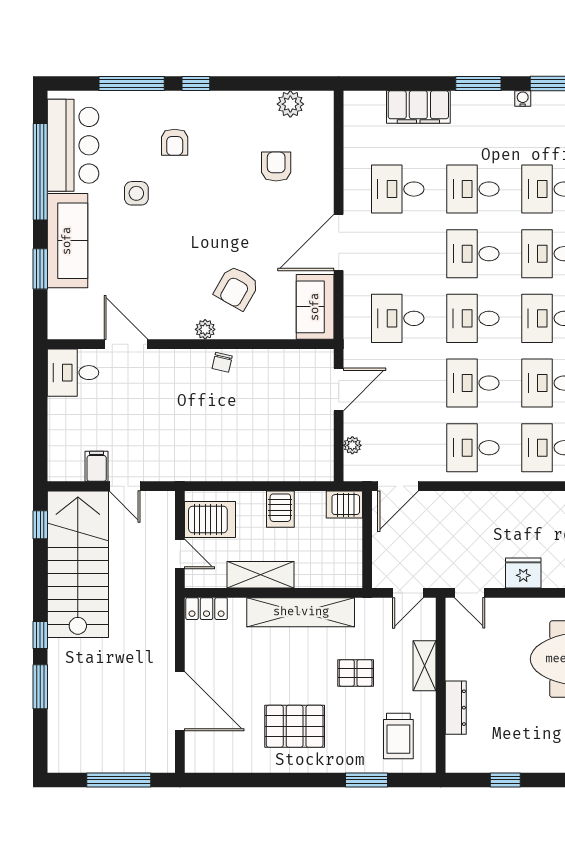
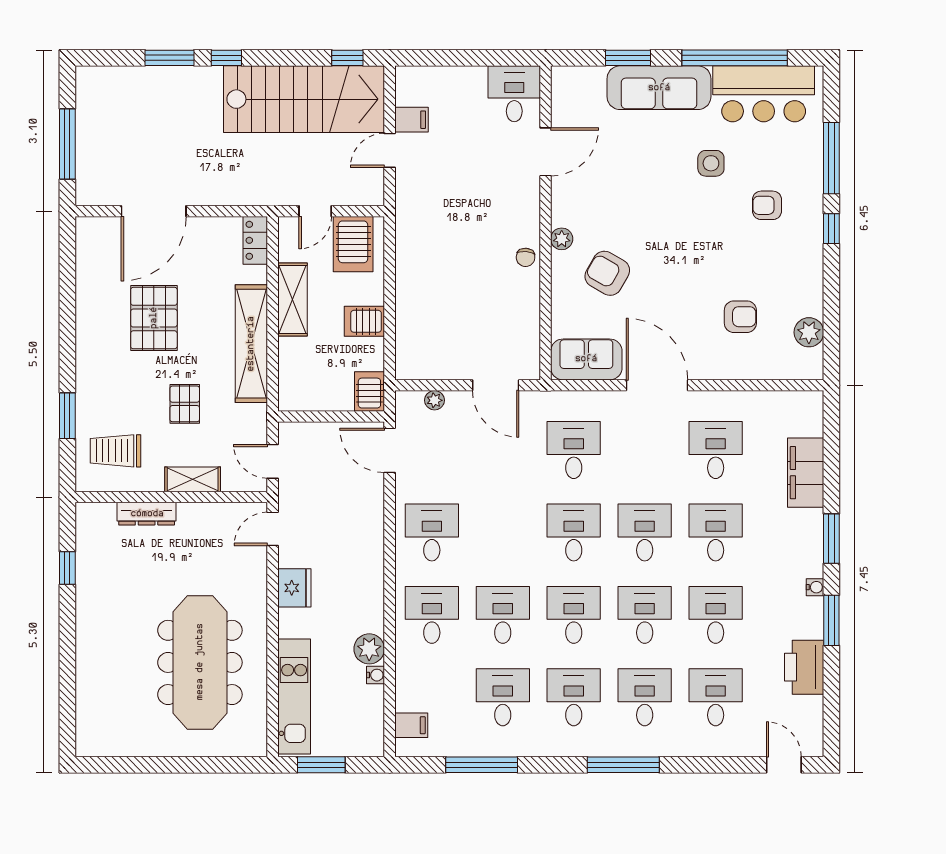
chair: (222, 362) -> (526, 257), turned -98
desk: (473, 383) -> (503, 532), removed
pallet: (295, 726) -> (154, 318), moved

